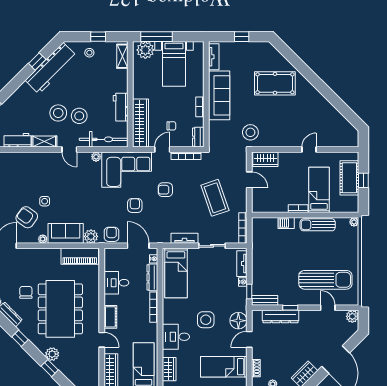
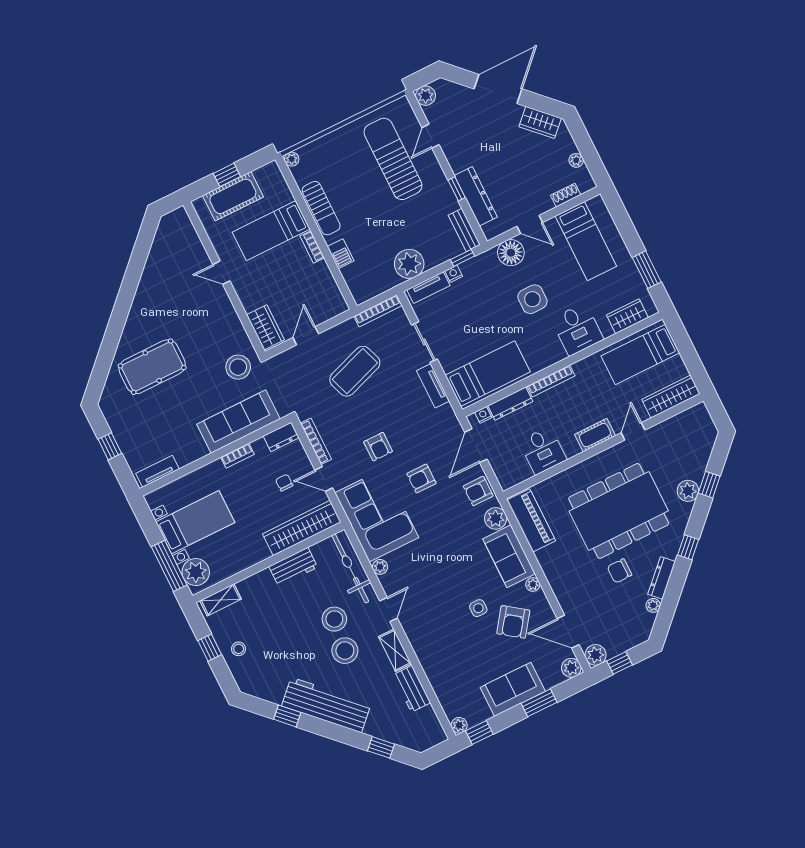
workbench: (51, 68) -> (326, 705), moved
pool table: (275, 83) -> (152, 367), turned 90
sofa: (219, 95) -> (238, 422), moved
plant: (261, 259) -> (409, 264), added

